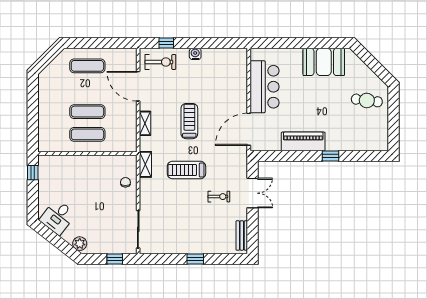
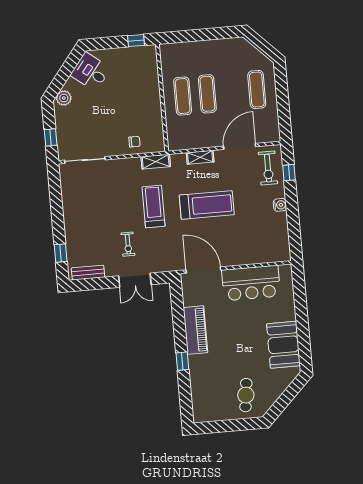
treadmill: (189, 121) -> (207, 205), width x1.37, depth x1.38
window: (195, 259) -> (61, 253), moved

